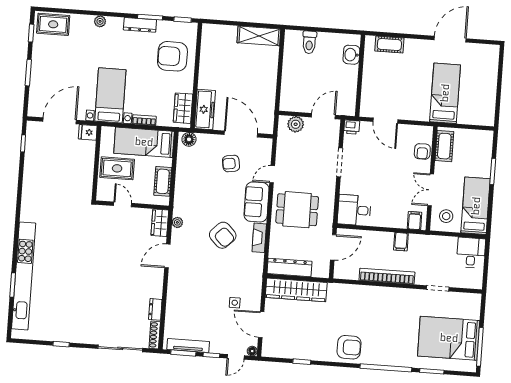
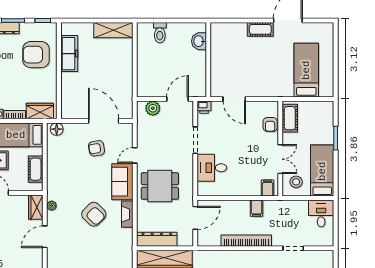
cot: (389, 45) -> (260, 29), moved
bed: (445, 93) -> (306, 70), moved
wardrobe: (183, 108) -> (40, 111), moved, turned 90
freezer: (205, 109) -> (69, 54), moved
double door: (431, 190) -> (280, 159), swing flipped
desk: (354, 210) -> (212, 168), moved

